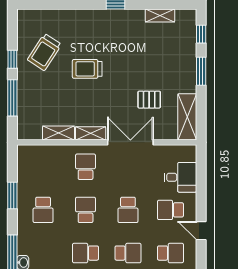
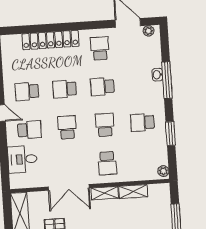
plant: (23, 154) -> (163, 171), added
school desk: (43, 210) -> (142, 122), turned -90
school desk: (86, 210) -> (105, 125), turned 180
school desk: (86, 253) -> (102, 87), turned 180

